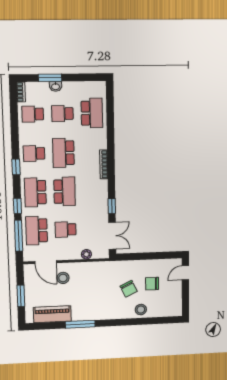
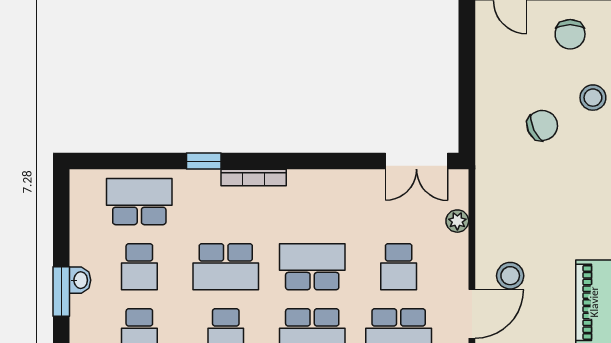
window: (112, 206) -> (204, 161), moved
double door: (112, 236) -> (416, 161), swing flipped
chair: (152, 284) -> (570, 34), moved

